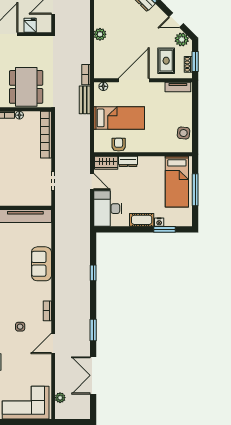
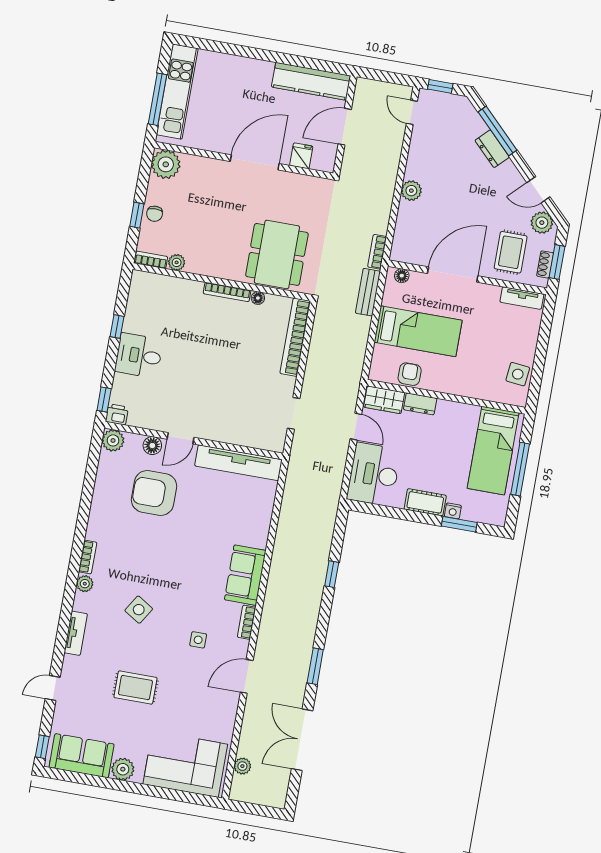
sofa: (41, 264) -> (245, 575), moved

